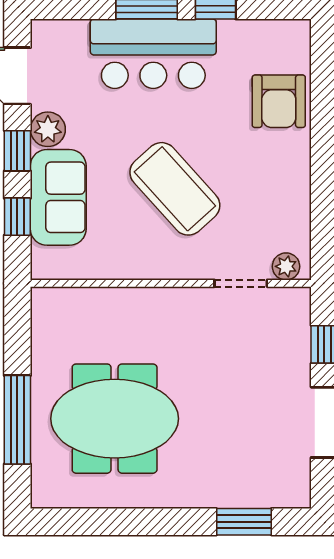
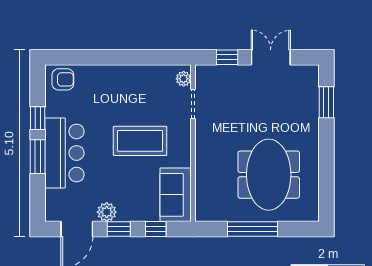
armchair: (279, 101) -> (63, 79), moved, width x0.72, depth x0.72
coffee table: (175, 189) -> (140, 141), turned 42
sofa: (58, 197) -> (176, 195), moved, turned -90
window: (17, 420) -> (253, 229), moved

